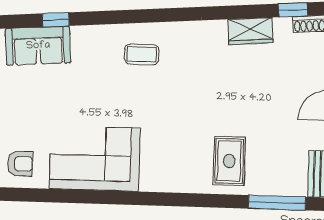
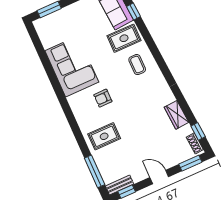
rug: (90, 55) -> (124, 38), added
armchair: (20, 164) -> (103, 98), moved, turned 90

